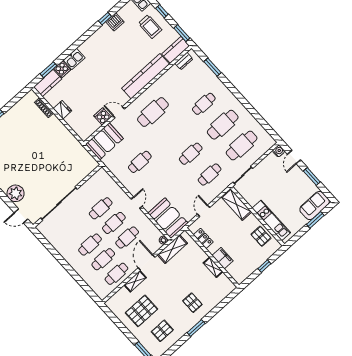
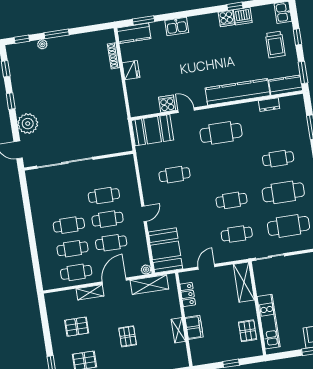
dresser: (184, 61) -> (269, 105), moved
cooker: (62, 69) -> (226, 18), moved
pallet: (192, 303) -> (128, 336), moved
pallet: (141, 311) -> (77, 327), width x0.67, depth x0.71

